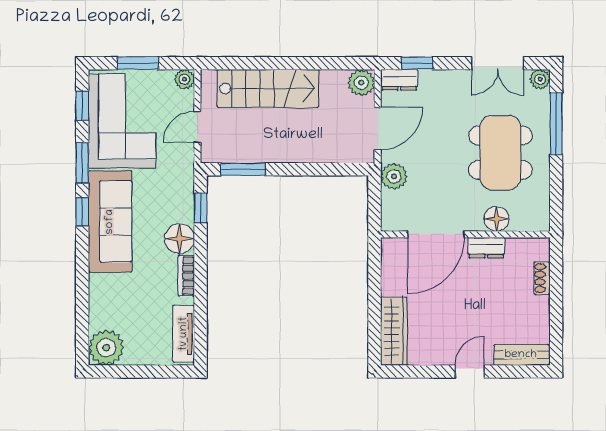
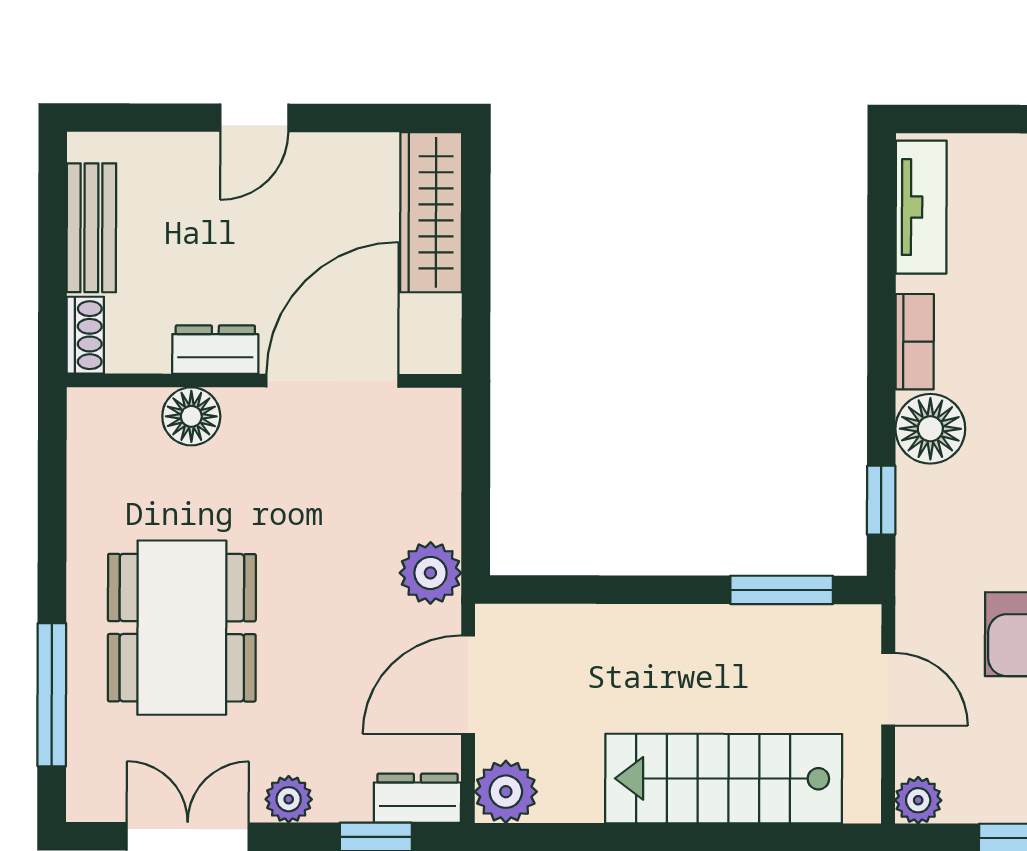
plant: (540, 79) -> (289, 799), moved
door: (197, 127) -> (888, 689), hinge flipped
floor lamp: (496, 219) -> (191, 416), moved
door: (436, 234) -> (332, 381), moved
wall: (465, 234) -> (264, 381), moved
dresser: (486, 248) -> (215, 350), moved
bench: (521, 355) -> (91, 228), moved, turned 90

